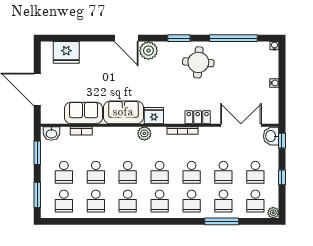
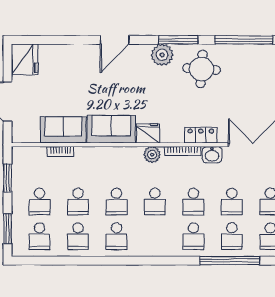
door: (126, 38) -> (115, 40), hinge flipped
window: (179, 38) -> (178, 40), width x1.44
plant: (148, 51) -> (162, 55), moved
fridge: (66, 52) -> (25, 59), moved, turned -90
washbasin: (51, 133) -> (212, 155), moved
plant: (144, 133) -> (152, 155), moved
school desk: (160, 201) -> (155, 236), removed
window: (222, 221) -> (230, 261), width x1.46

